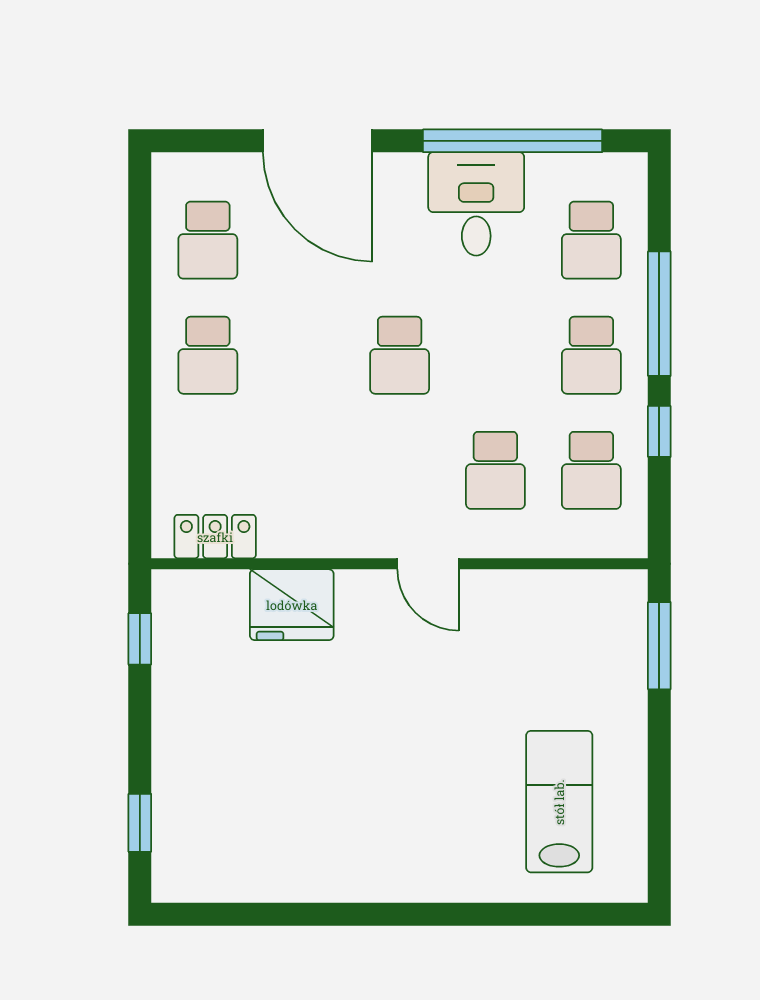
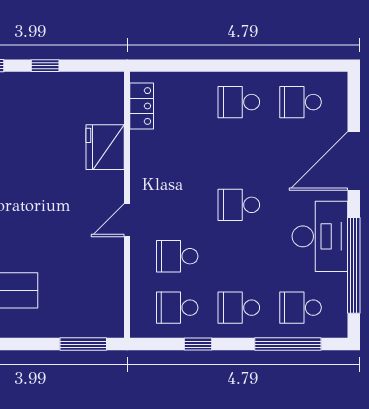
desk: (476, 204) -> (320, 236), width x1.37
window: (659, 314) -> (288, 344), moved
window: (140, 639) -> (45, 66), moved

